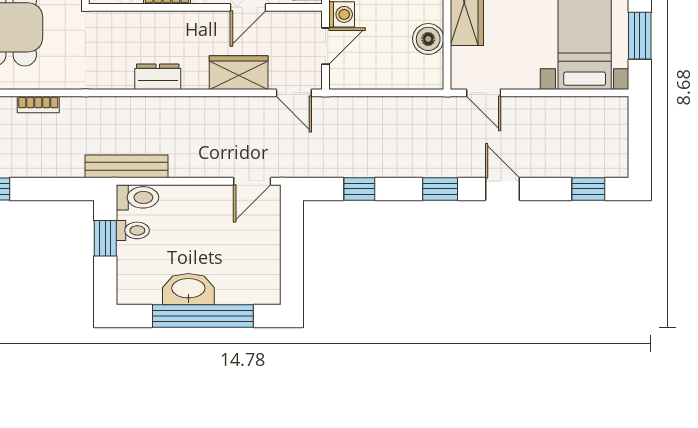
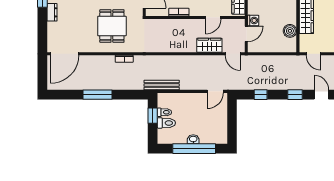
dresser: (158, 77) -> (175, 47), removed
toilet: (137, 197) -> (166, 123), moved
washbasin: (188, 289) -> (193, 139), width x0.52, depth x0.69

